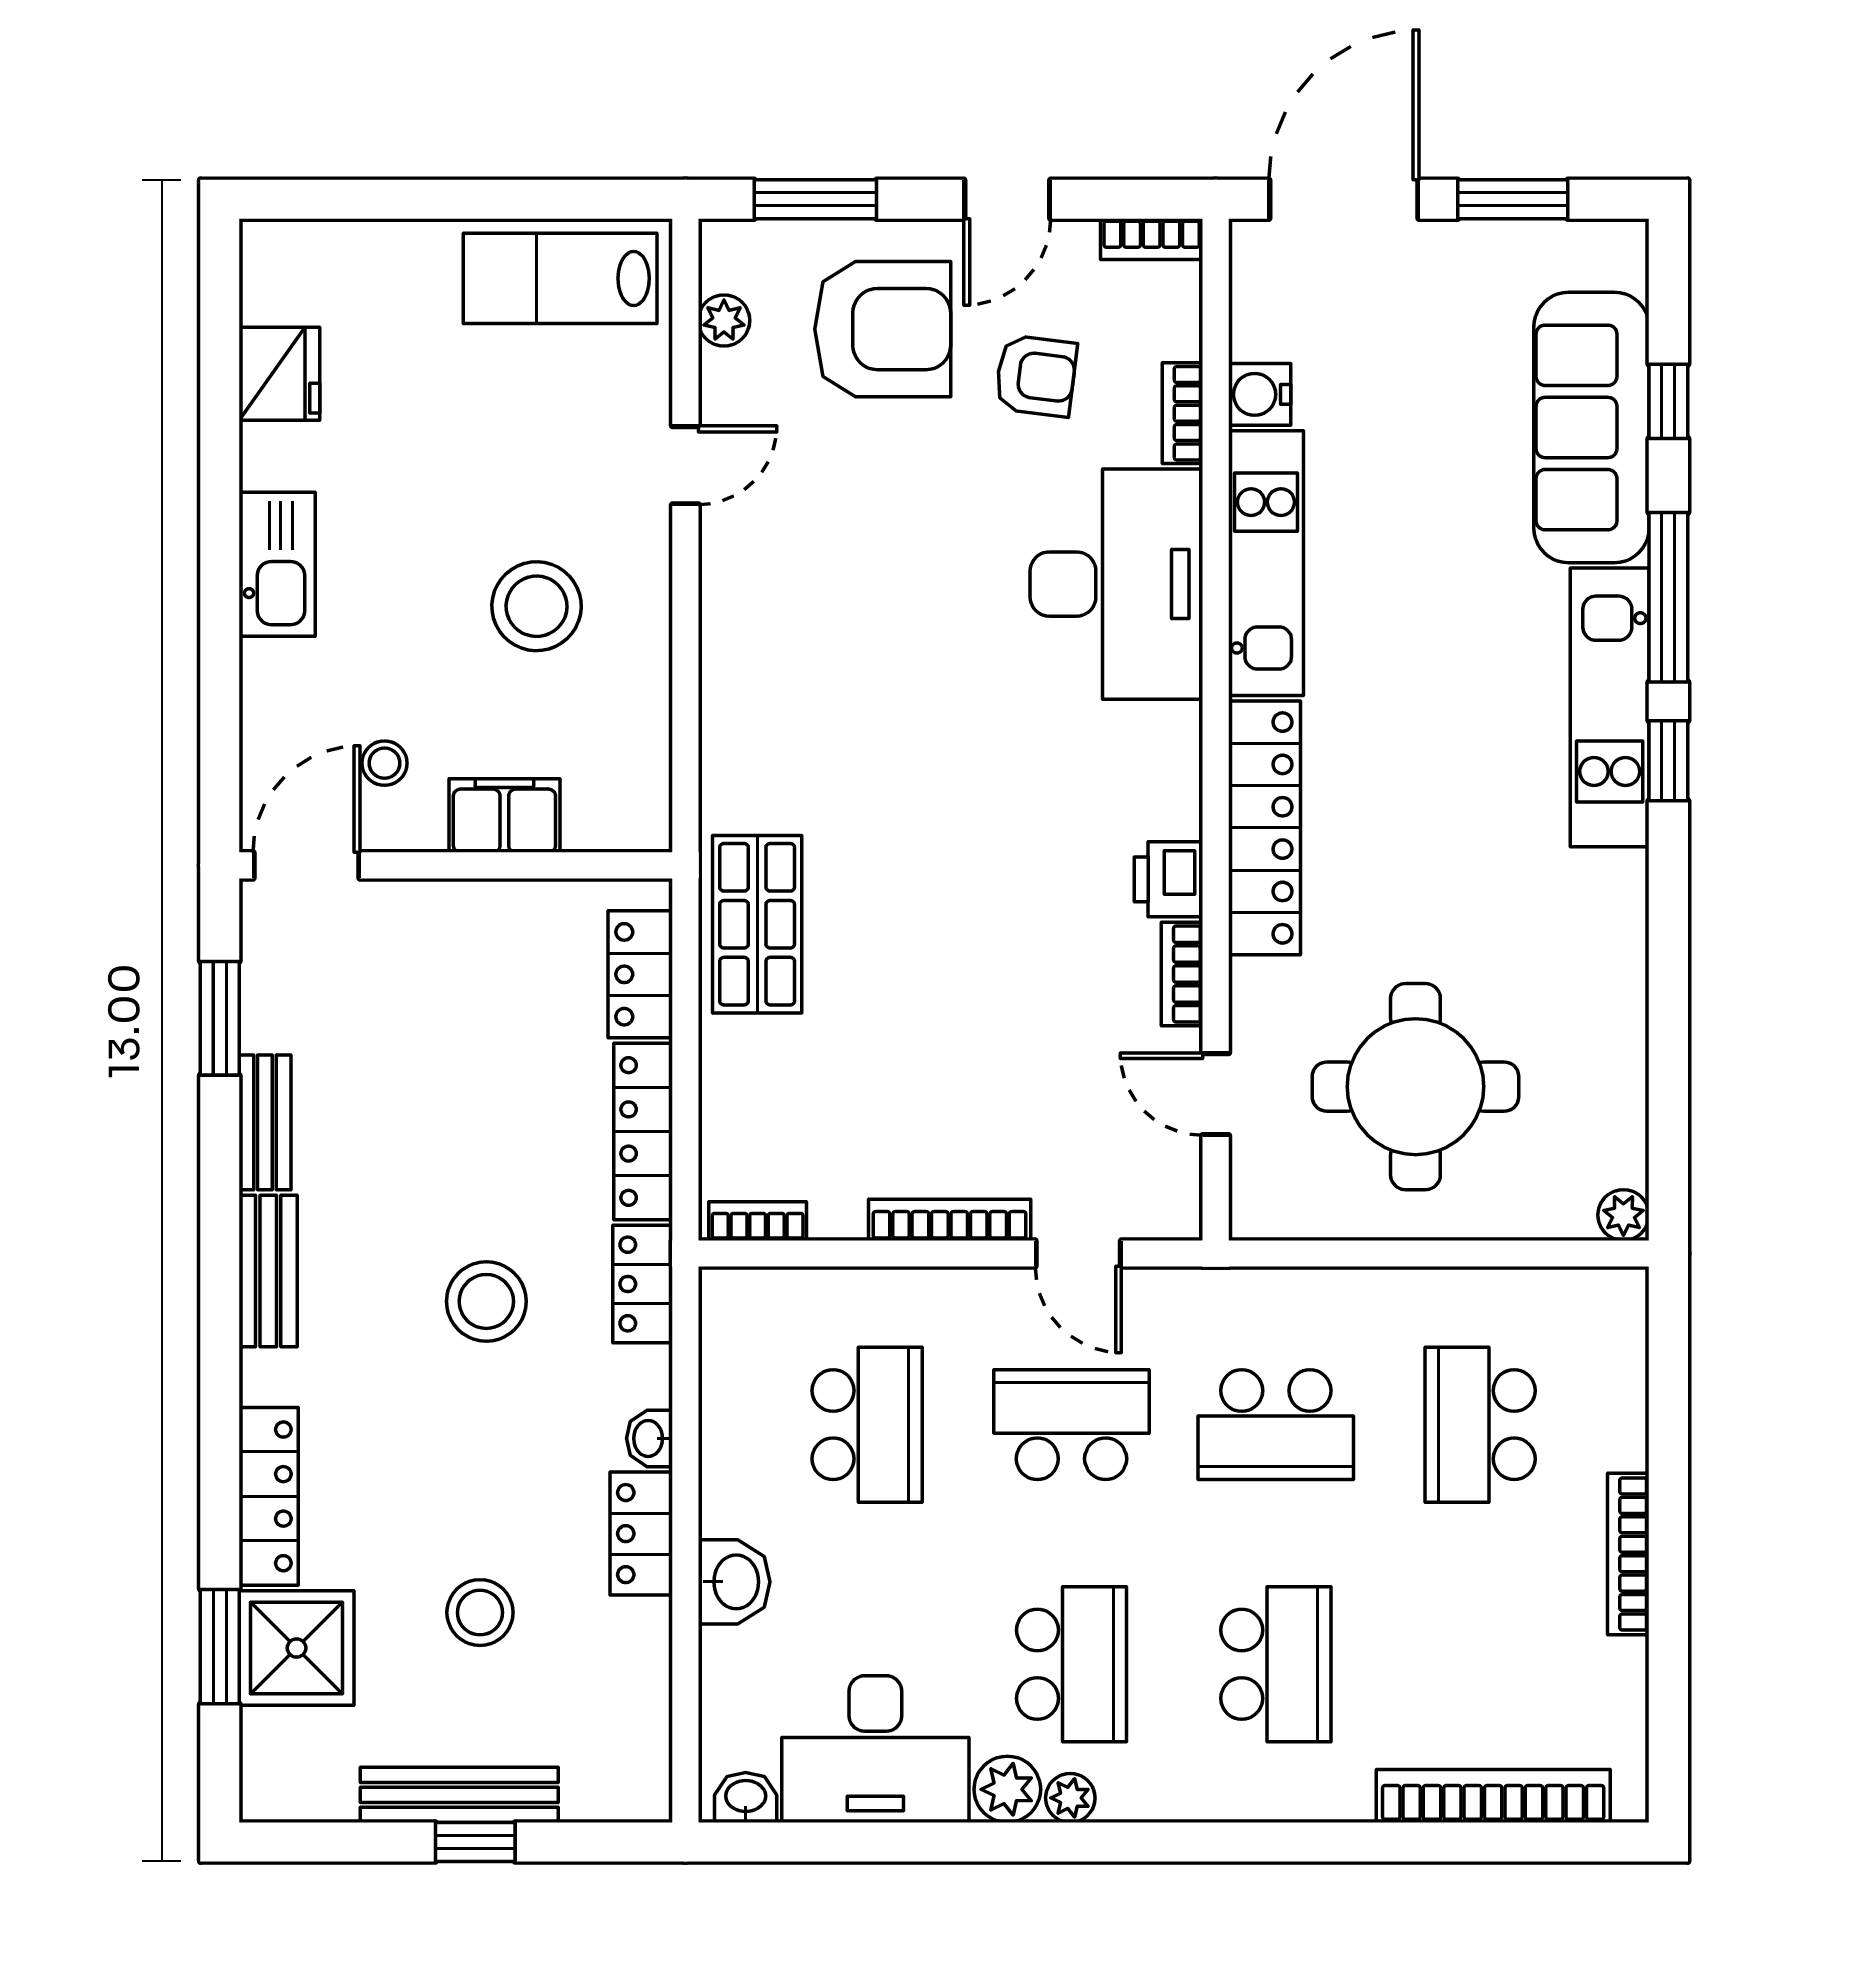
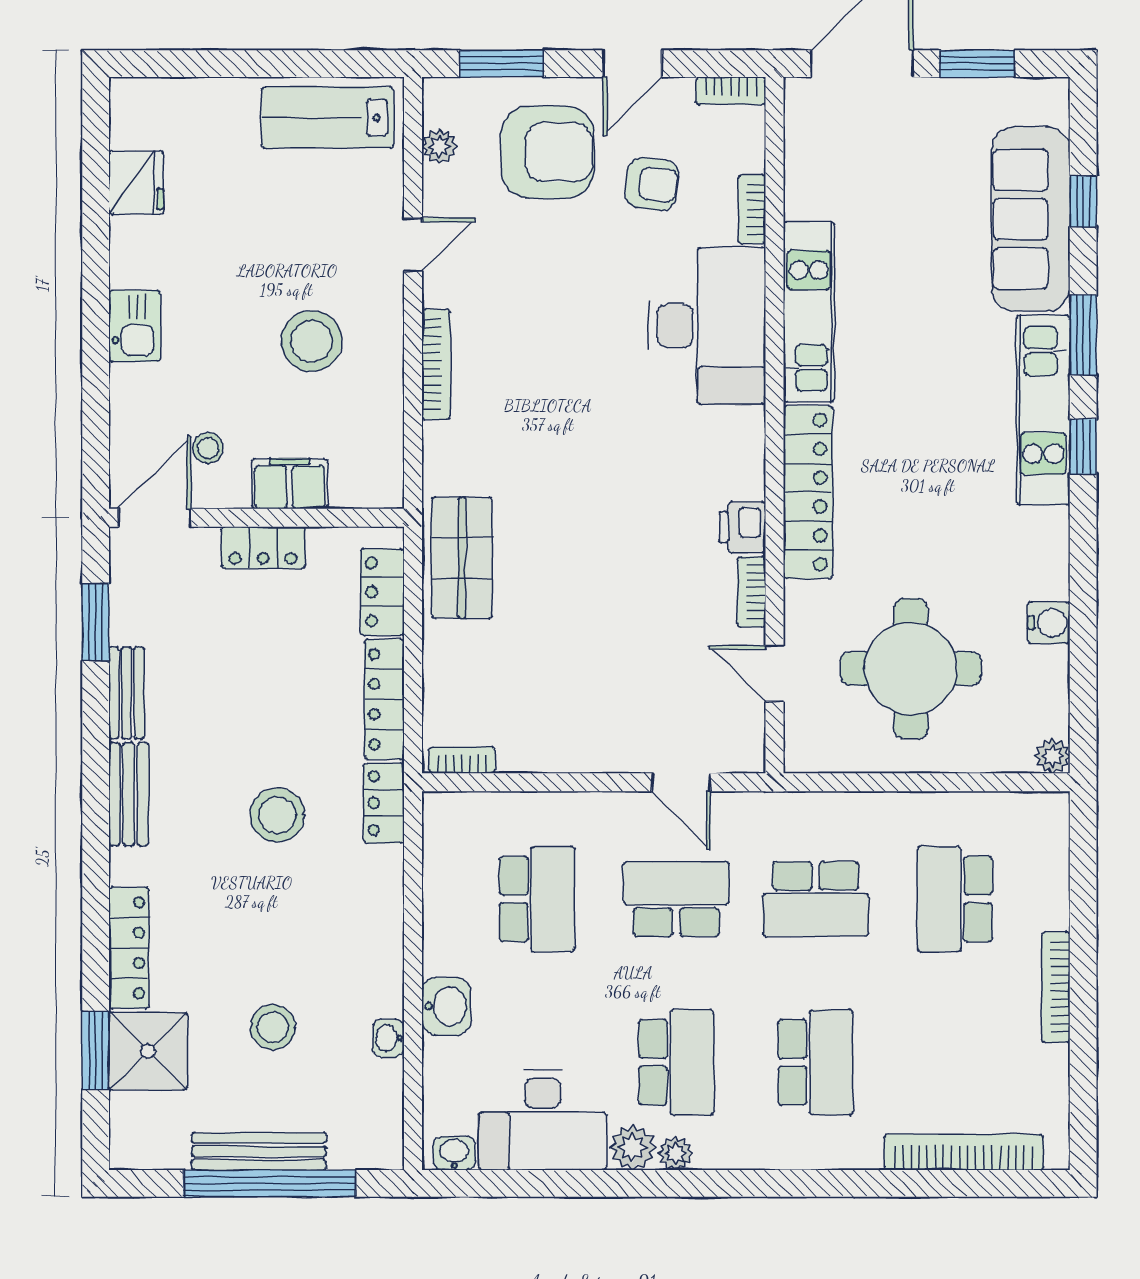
water cooler: (1260, 394) -> (1049, 623), moved, turned 180
kitchen sink: (277, 564) -> (135, 326), width x0.73
window: (1668, 597) -> (1083, 335), width x0.69
bookcase: (950, 1220) -> (436, 364), moved, turned 90
washbasin: (650, 1438) -> (389, 1038), moved
locker: (641, 1534) -> (263, 548), moved, turned -90
window: (475, 1842) -> (270, 1183), width x3.17

